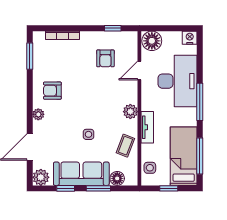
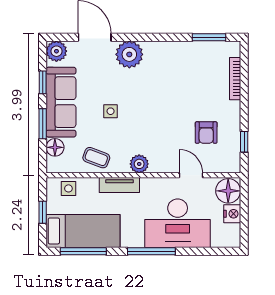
nightstand: (190, 38) -> (232, 214), moved
armchair: (105, 58) -> (206, 133), turned -90
armchair: (52, 91) -> (166, 66), removed
plant: (38, 114) -> (129, 54), width x1.87, depth x1.87

